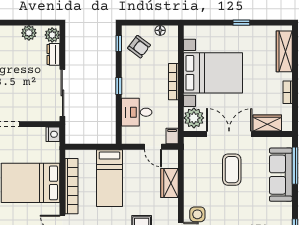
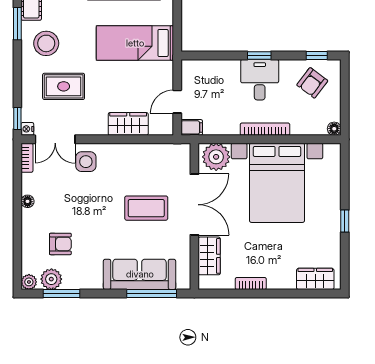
floor lamp: (160, 30) -> (334, 129), moved
wardrobe: (284, 51) -> (315, 279), width x0.67
desk: (137, 112) -> (260, 80), moved

